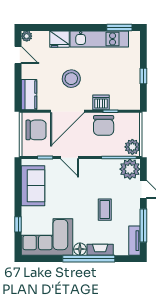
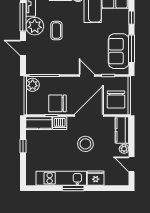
window: (119, 27) -> (73, 188), moved
plant: (27, 36) -> (124, 149), moved
kitchen counter: (125, 102) -> (39, 123), added
chair: (104, 125) -> (57, 103), turned -90
chair: (36, 130) -> (116, 99), turned -90
plant: (130, 169) -> (35, 26), moved
window: (18, 188) -> (132, 49), added

